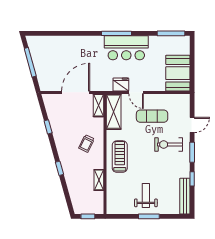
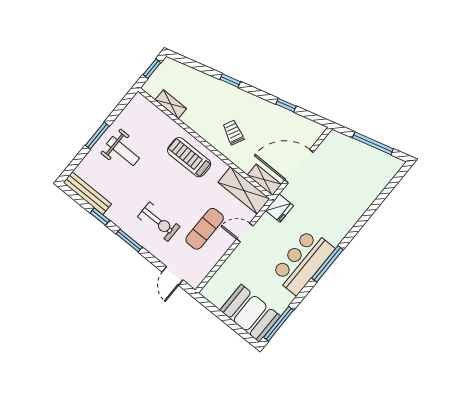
booth: (178, 73) -> (250, 313), moved
fridge: (121, 84) -> (279, 208), moved
door: (76, 92) -> (299, 166), swing flipped
door: (192, 125) -> (173, 276), moved
exercise bike: (169, 145) -> (159, 222), turned 90
treadmill: (120, 157) -> (189, 157), turned 180
shelving: (99, 180) -> (171, 104), moved

